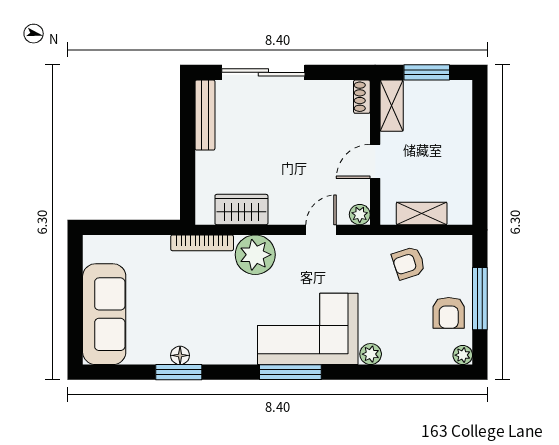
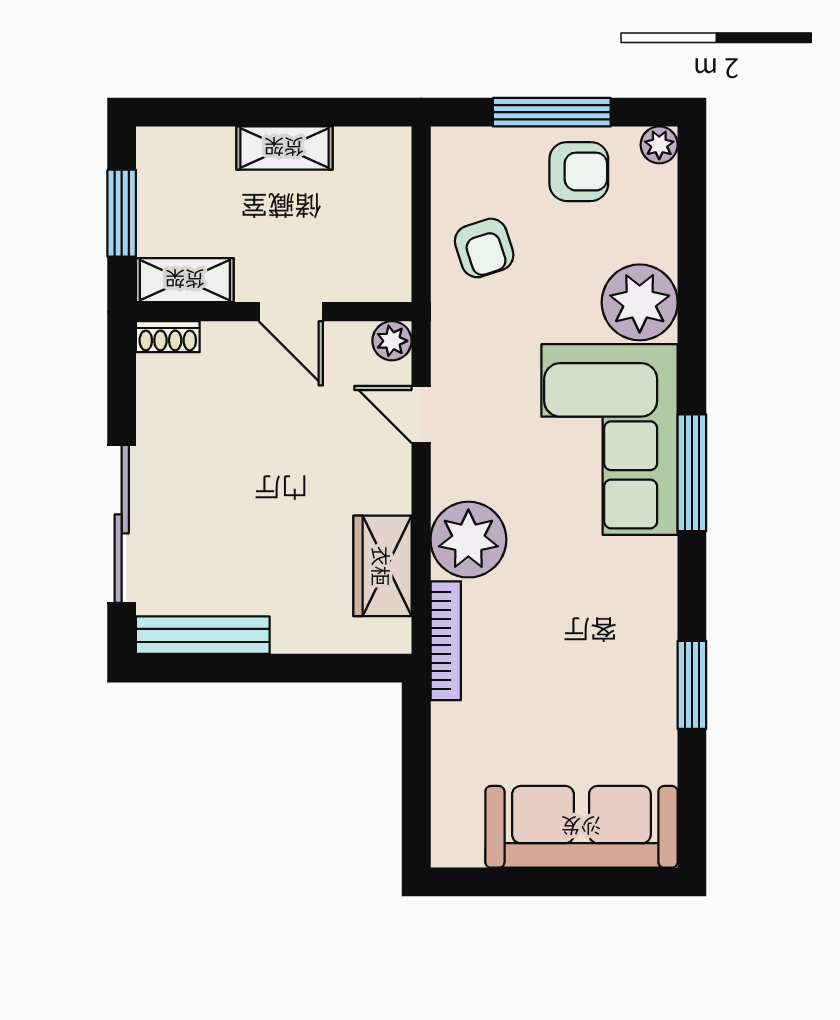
shelving: (422, 213) -> (284, 148), moved, turned 90
plant: (371, 354) -> (640, 302), width x1.87, depth x1.87
floor lamp: (180, 355) -> (660, 683), removed

